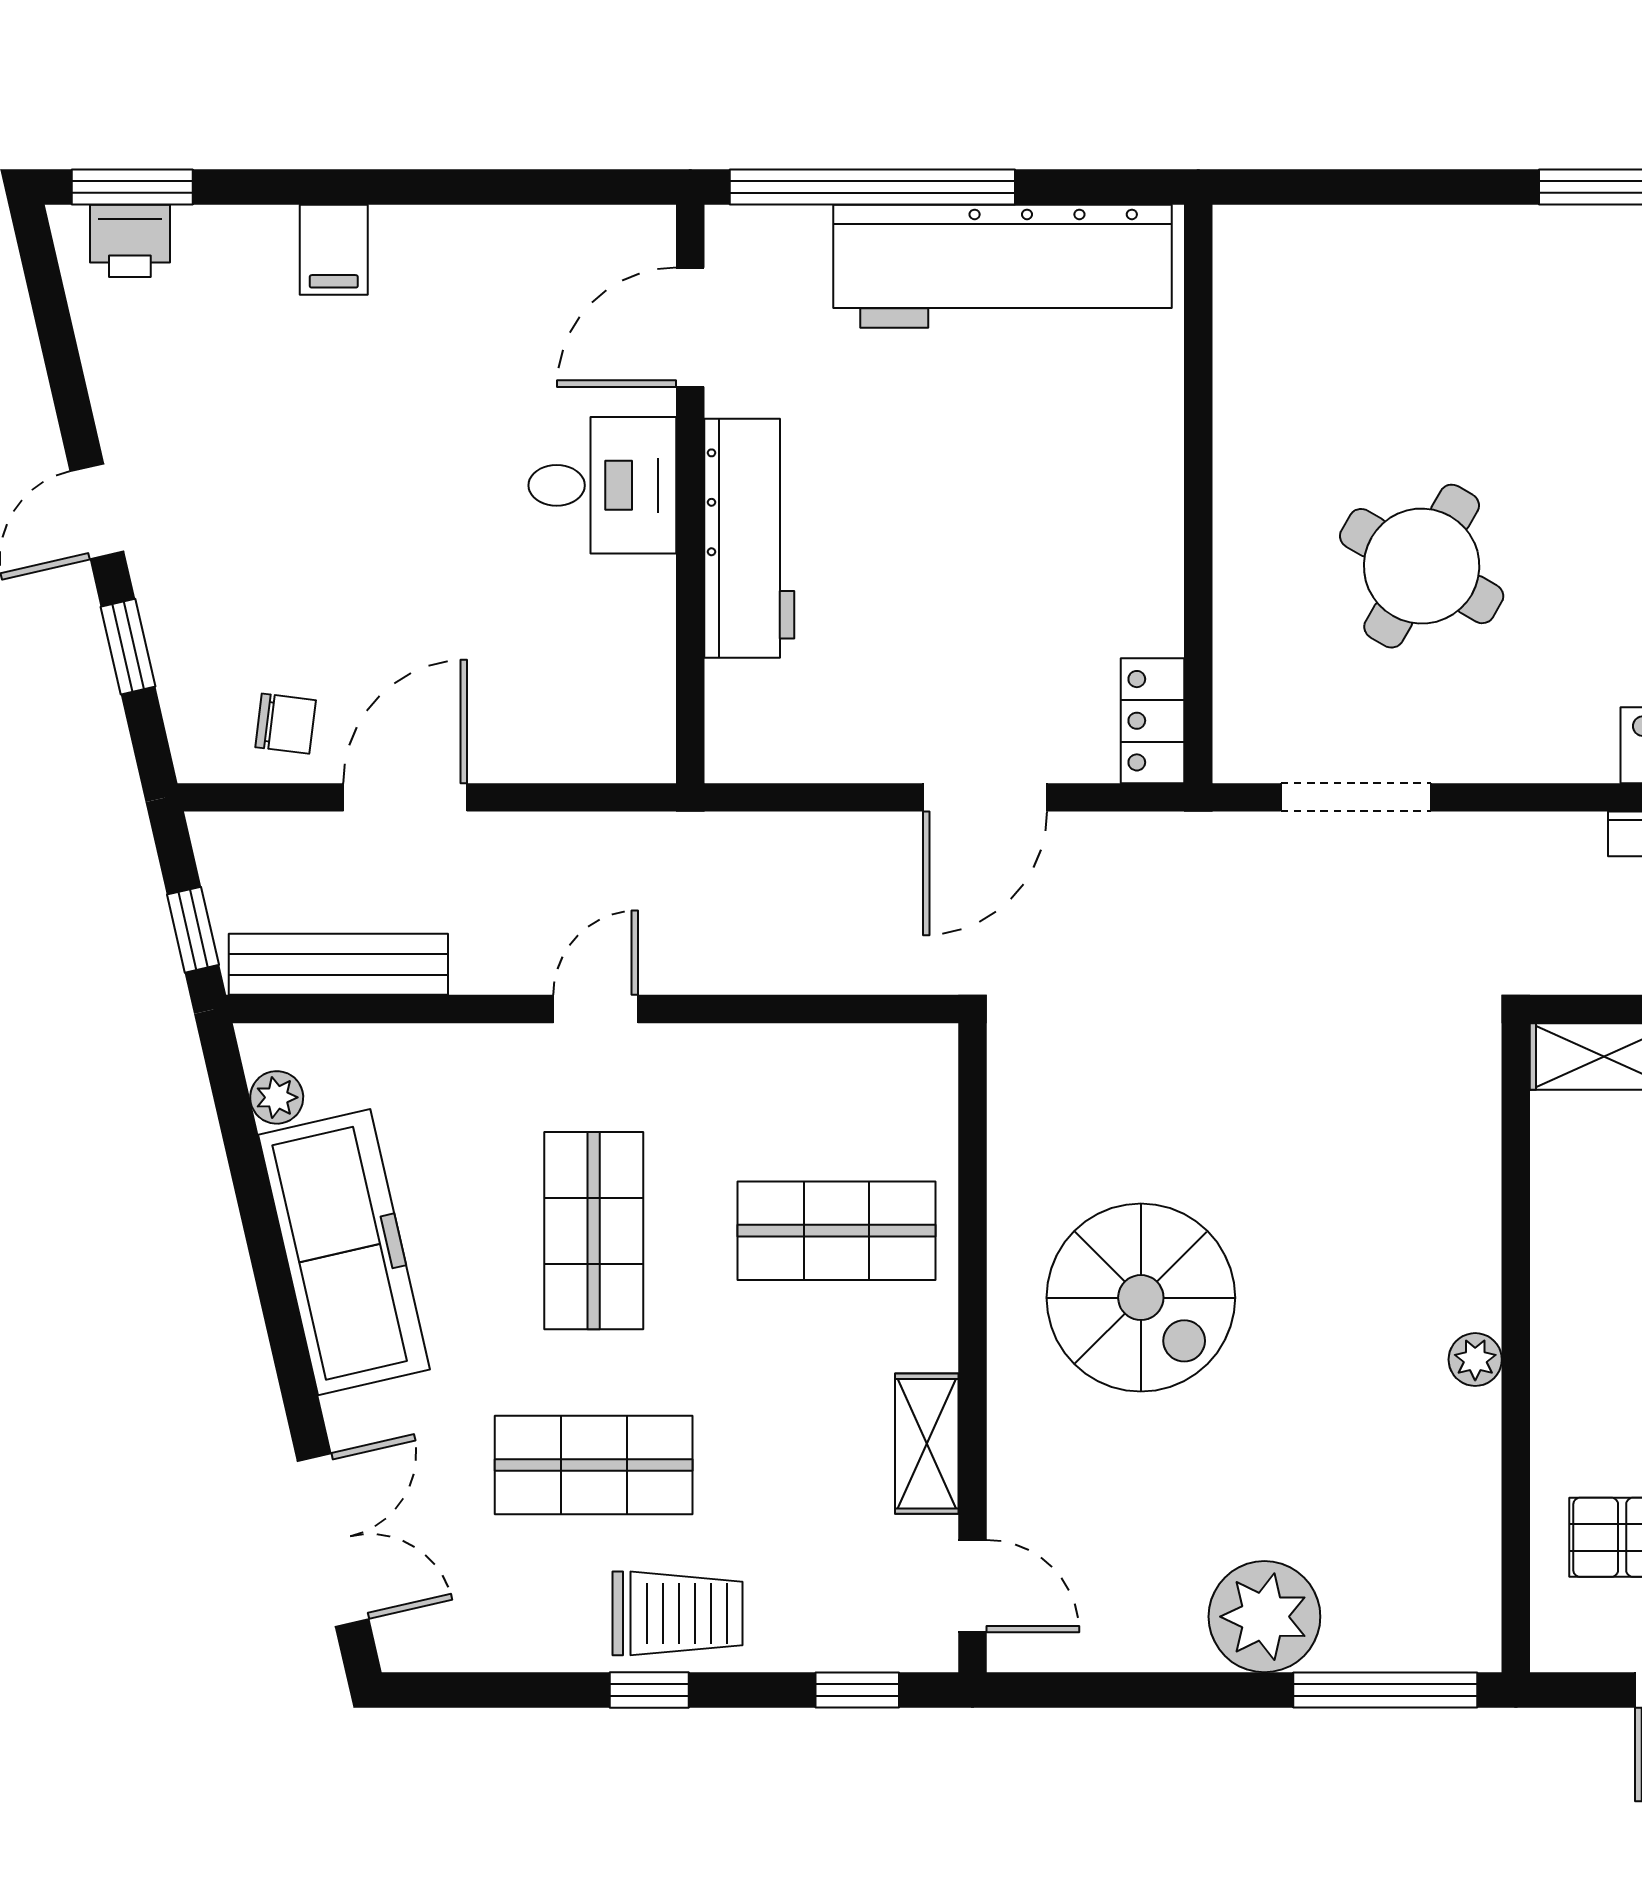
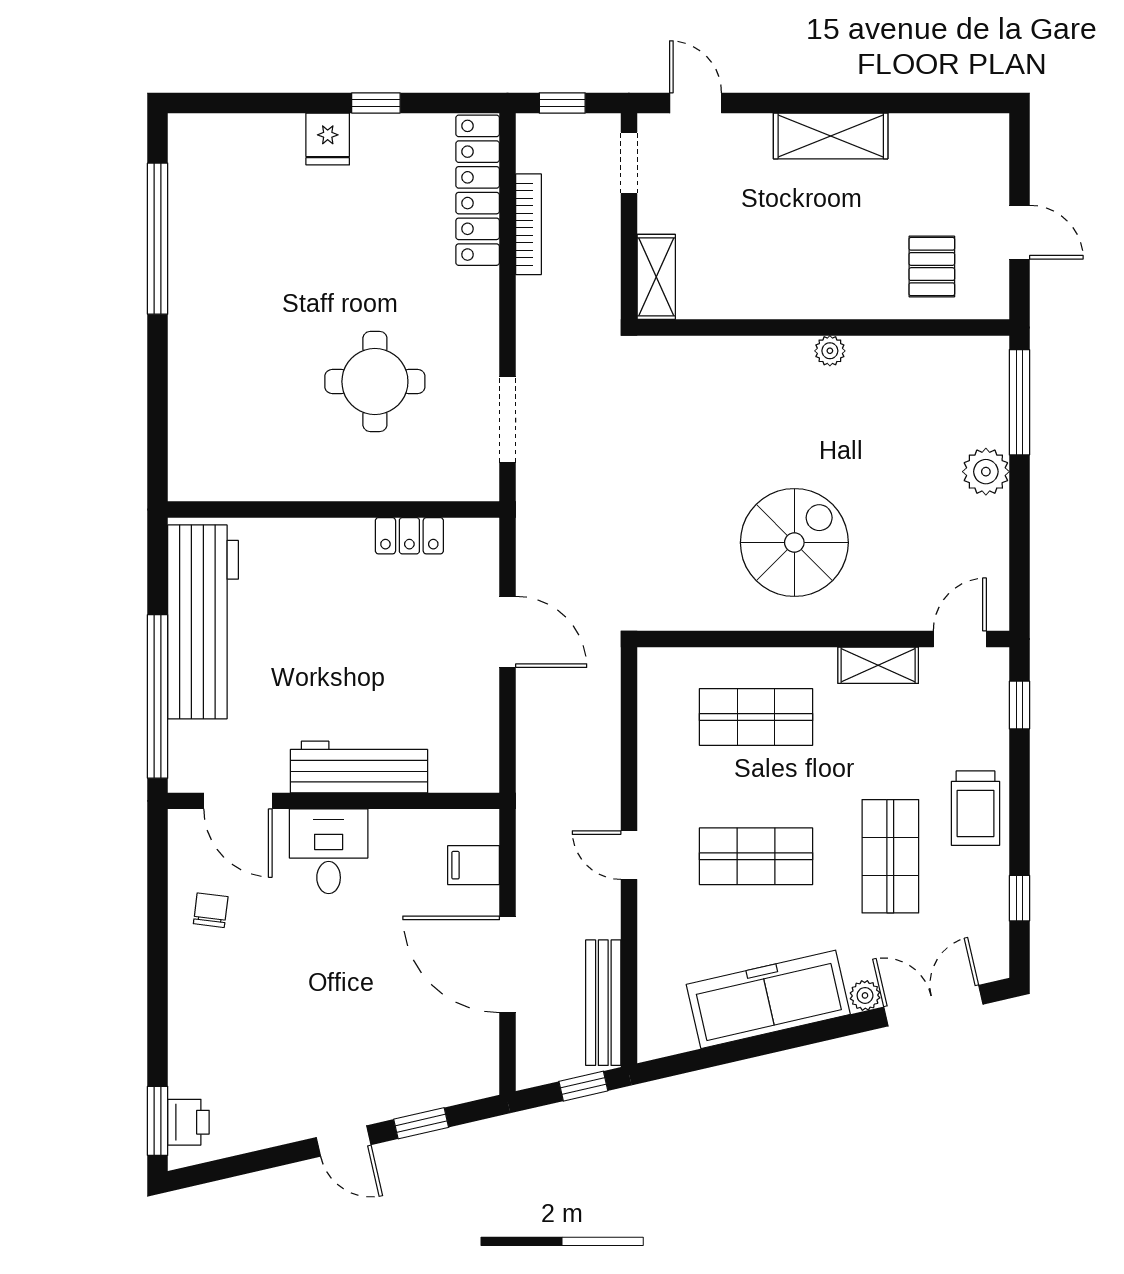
filing cabinet: (334, 250) -> (474, 865), moved, turned 180
round table: (1422, 566) -> (375, 382), turned -30
locker: (1153, 721) -> (409, 536), moved
chair: (286, 724) -> (211, 910), moved
door: (405, 797) -> (508, 964), width x1.36
plant: (277, 1097) -> (865, 995), moved
shop shelf: (837, 1231) -> (756, 717), turned 90
trolley: (677, 1613) -> (976, 808), turned 180
plant: (1264, 1617) -> (986, 472), width x0.73, depth x0.73
window: (649, 1690) -> (1019, 898), moved

